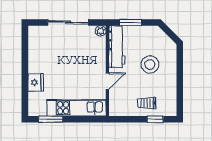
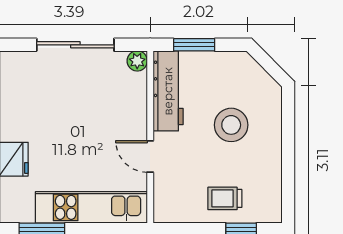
door: (107, 81) -> (150, 156), swing flipped

